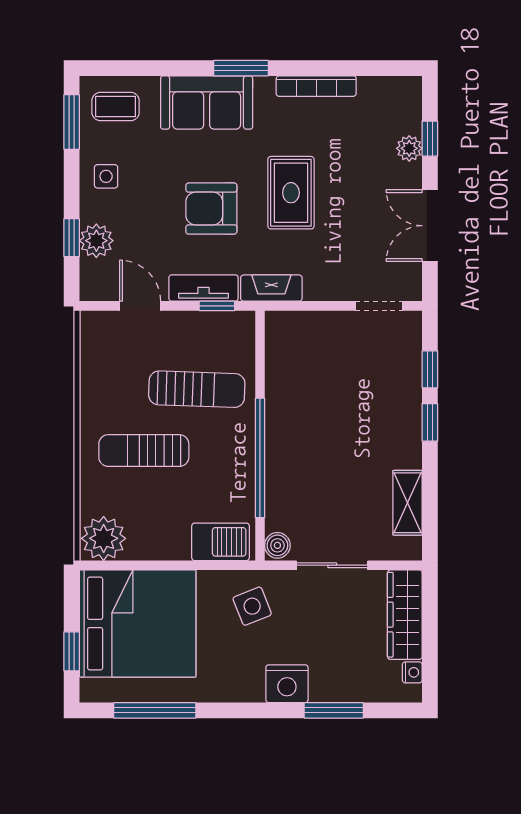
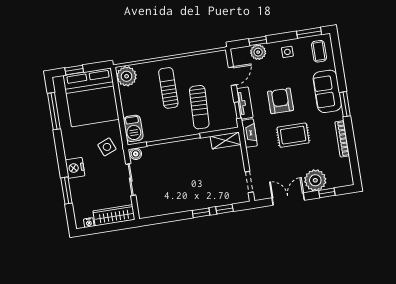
plant: (409, 148) -> (315, 180), width x1.88, depth x1.88
shelving: (408, 503) -> (226, 140), moved

